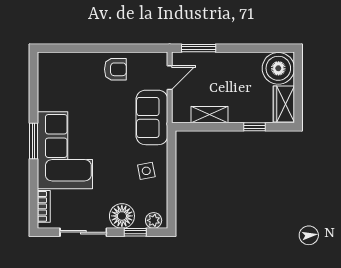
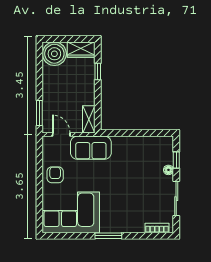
shelving: (209, 115) -> (89, 119), moved
corner sofa: (65, 150) -> (71, 212), moved
side table: (146, 171) -> (131, 152), removed
floor lamp: (122, 216) -> (168, 170), width x0.53, depth x0.53
plant: (154, 220) -> (167, 146), removed

